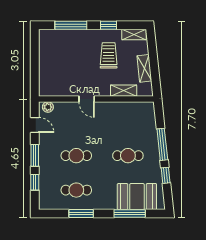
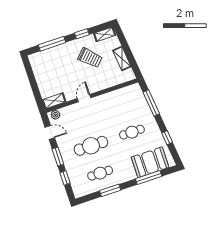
trolley: (109, 55) -> (90, 58), turned 134
shelving: (124, 91) -> (54, 101), moved
door: (87, 99) -> (84, 98), swing flipped
window: (162, 144) -> (151, 103), moved
cafe table: (76, 156) -> (91, 146), width x1.37, depth x1.35

